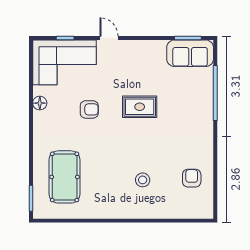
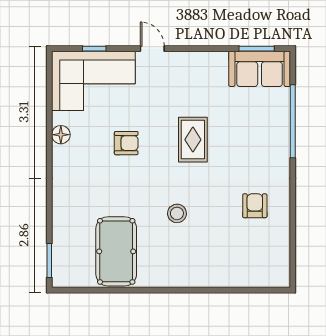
rug: (140, 107) -> (193, 140), turned 90
pool table: (65, 177) -> (116, 251), moved
armchair: (192, 178) -> (255, 206), moved
stool: (143, 180) -> (177, 213), moved

